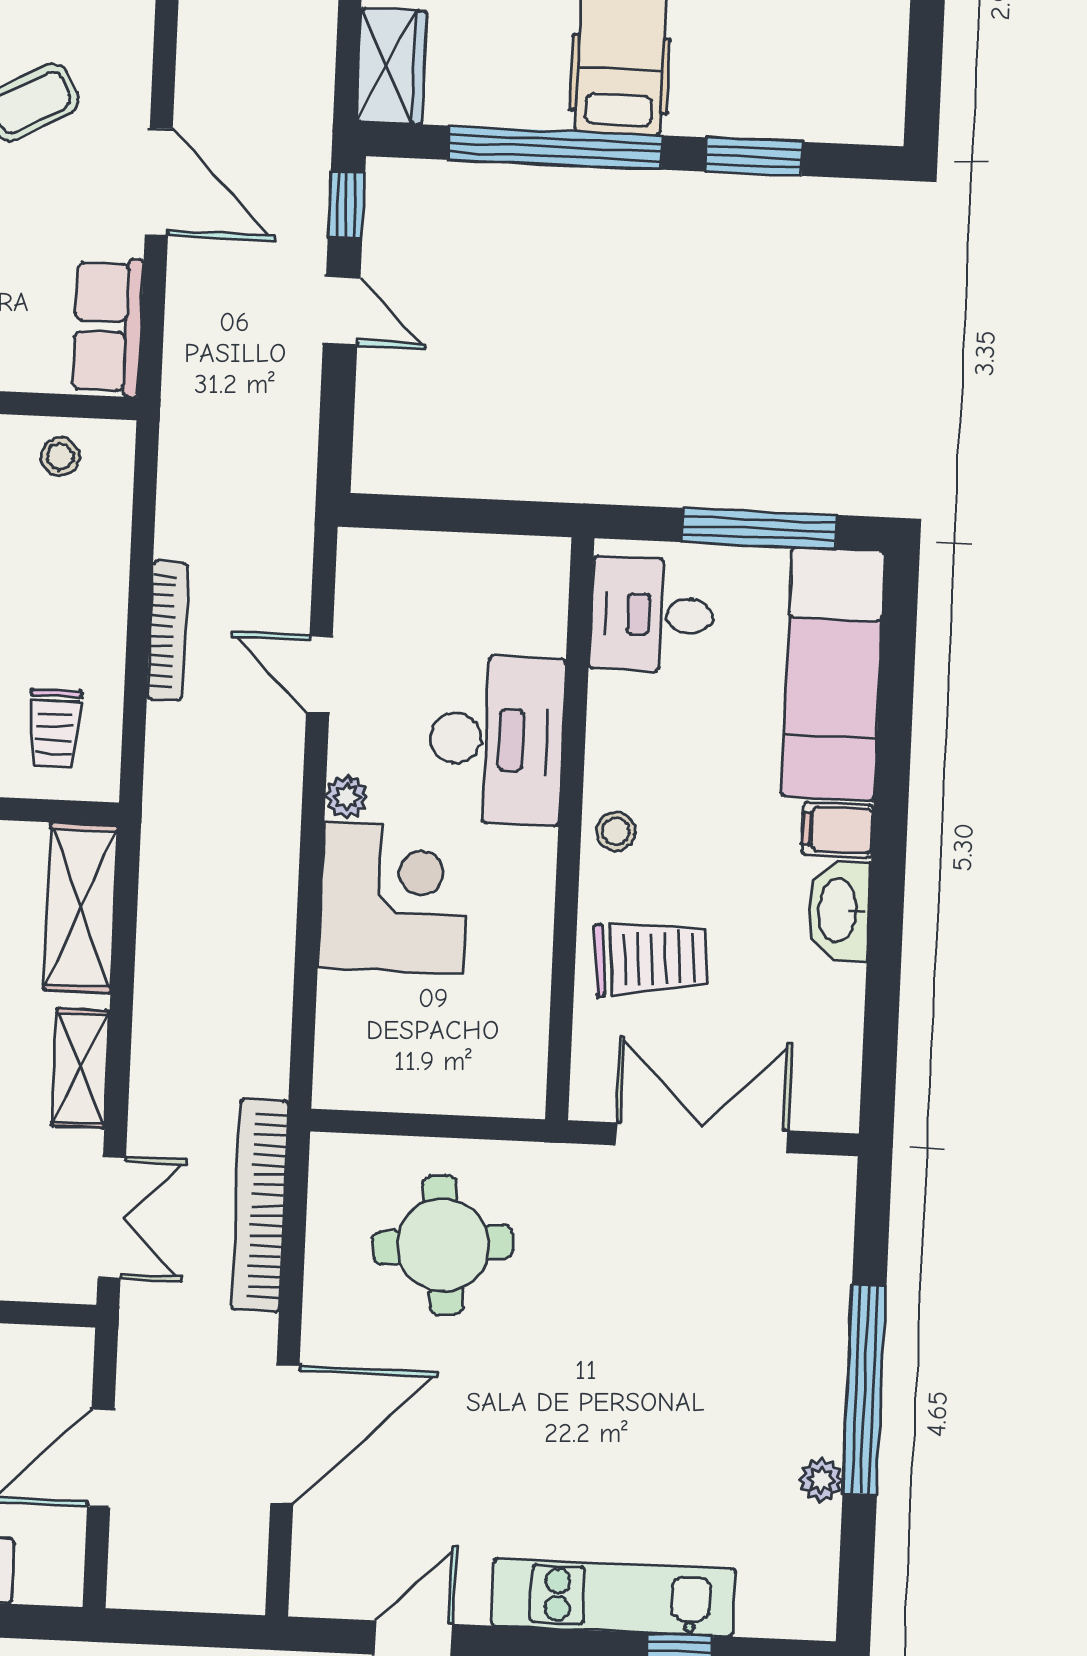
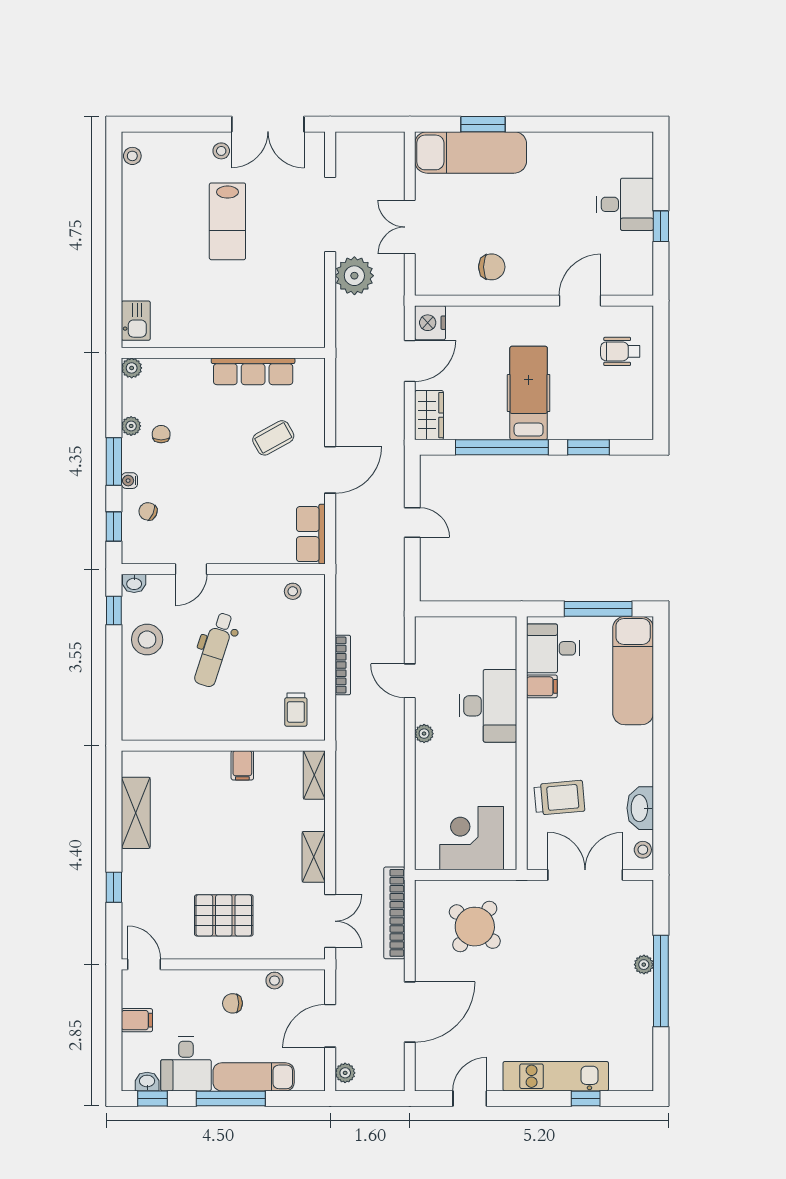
door: (159, 182) -> (330, 470), hinge flipped
window: (346, 205) -> (412, 476), removed
filing cabinet: (838, 830) -> (542, 686), moved, turned 180
stool: (616, 831) -> (643, 850), moved
corner desk: (394, 898) -> (472, 838), moved, turned -90
shelving: (81, 908) -> (314, 775), width x0.67, depth x0.75
washbasin: (839, 911) -> (640, 808), moved
round table: (443, 1245) -> (475, 927), turned 45
plant: (821, 1480) -> (644, 965), moved
plant: (130, 1567) -> (345, 1073), added

